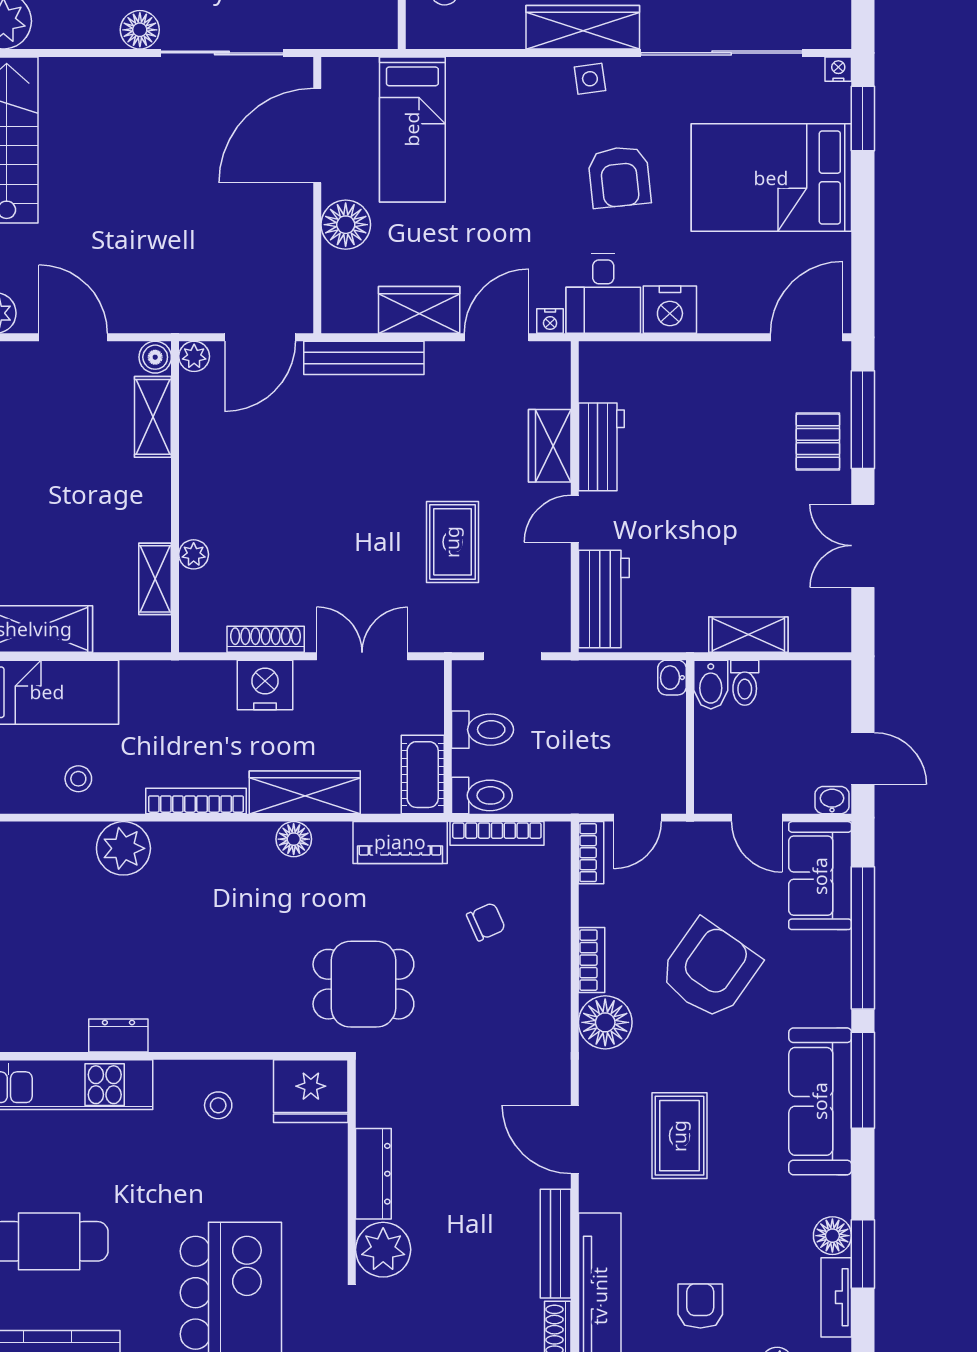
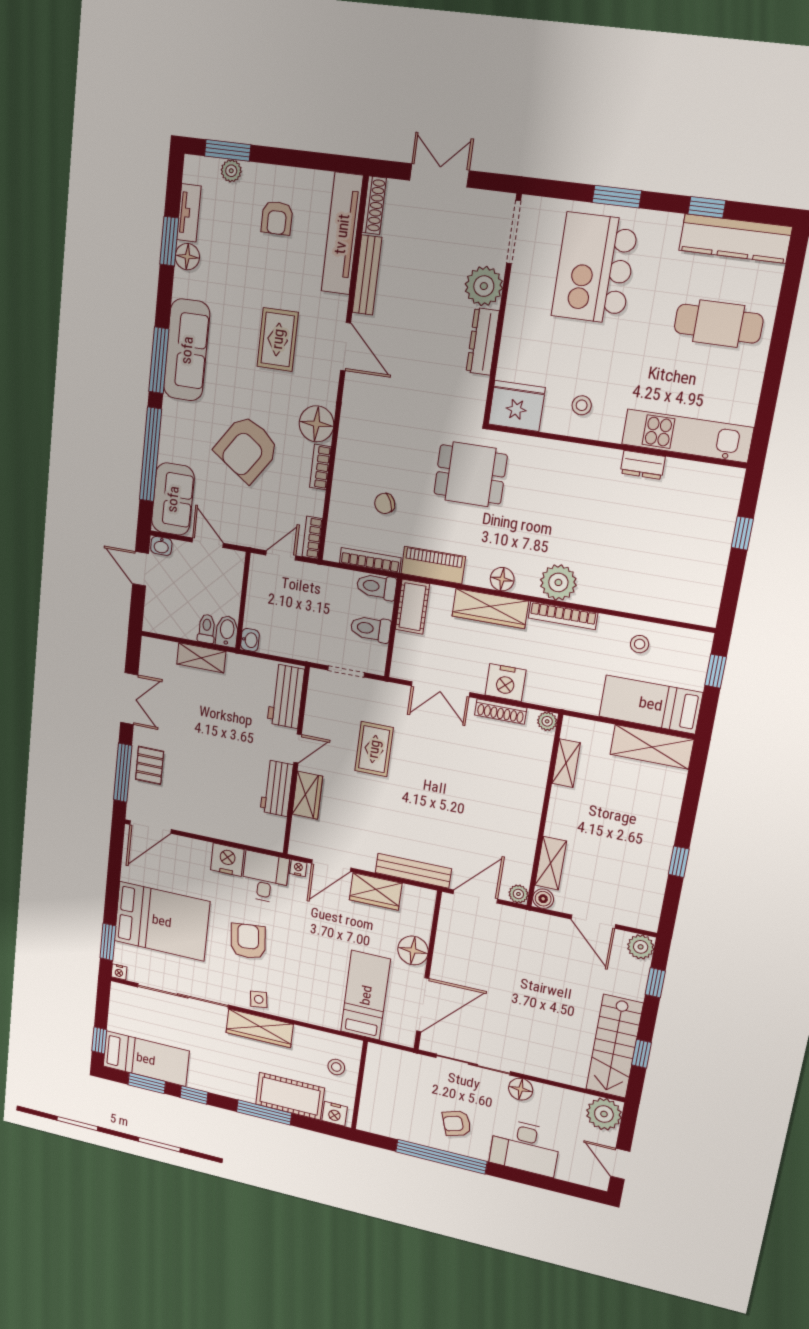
plant: (194, 554) -> (547, 721), moved
plant: (123, 848) -> (558, 582), moved

